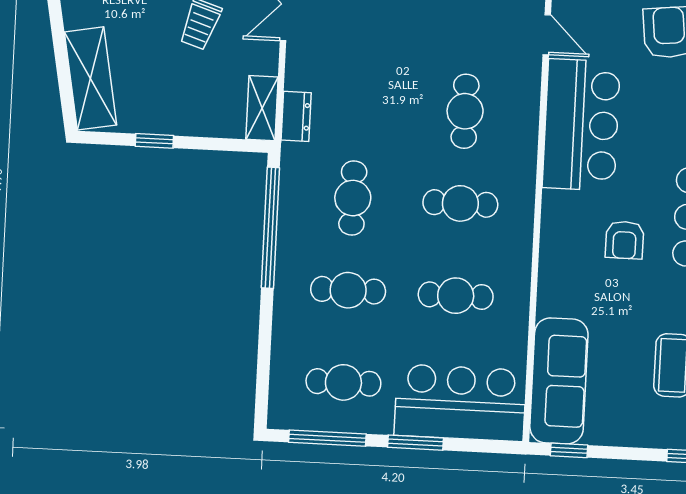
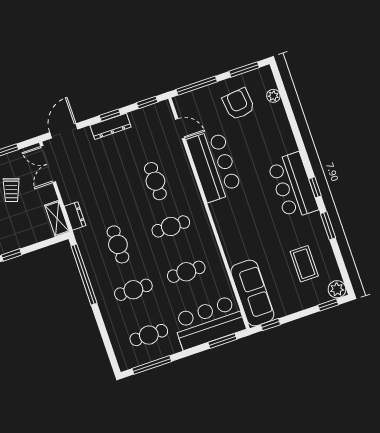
armchair: (625, 240) -> (257, 213), removed
window: (415, 443) -> (222, 341), moved

